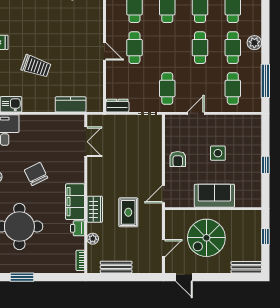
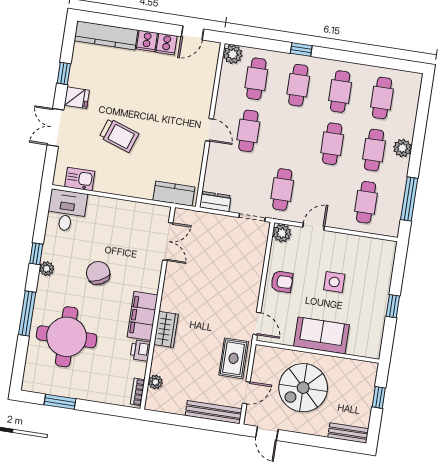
kitchen counter: (71, 104) -> (174, 194), moved
plant: (172, 122) -> (282, 233), added
armchair: (178, 159) -> (282, 282), turned -90
door: (164, 194) -> (257, 324), swing flipped
rug: (128, 212) -> (234, 358), moved
plant: (93, 239) -> (155, 382), moved
bench: (116, 267) -> (214, 412), moved, width x1.36

